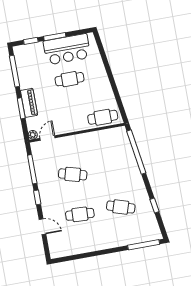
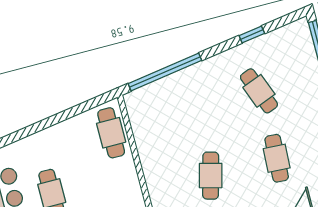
cafe table: (121, 207) -> (259, 91), turned -39

